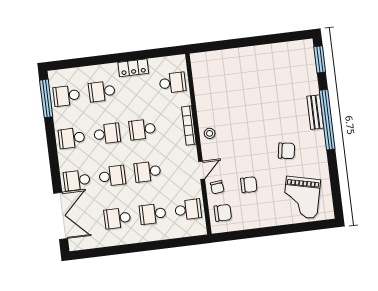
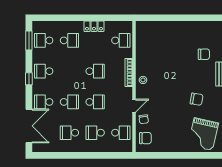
school desk: (102, 91) -> (69, 40), turned 180
window: (46, 98) -> (29, 41), width x0.69
school desk: (142, 129) -> (95, 71), turned 180
school desk: (107, 134) -> (69, 71), removed
window: (53, 151) -> (29, 79), added
school desk: (148, 172) -> (95, 102), turned 180
chair: (249, 185) -> (204, 54), moved

